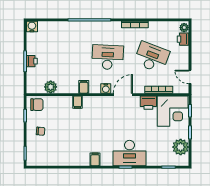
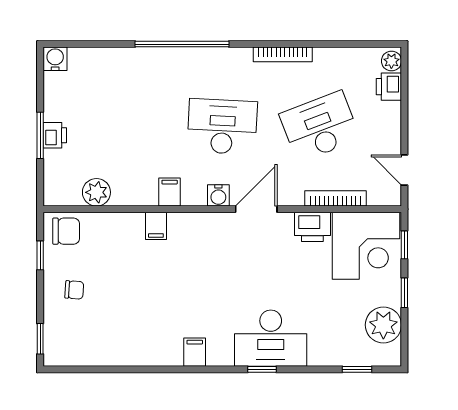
desk: (152, 57) -> (320, 127), turned -42

